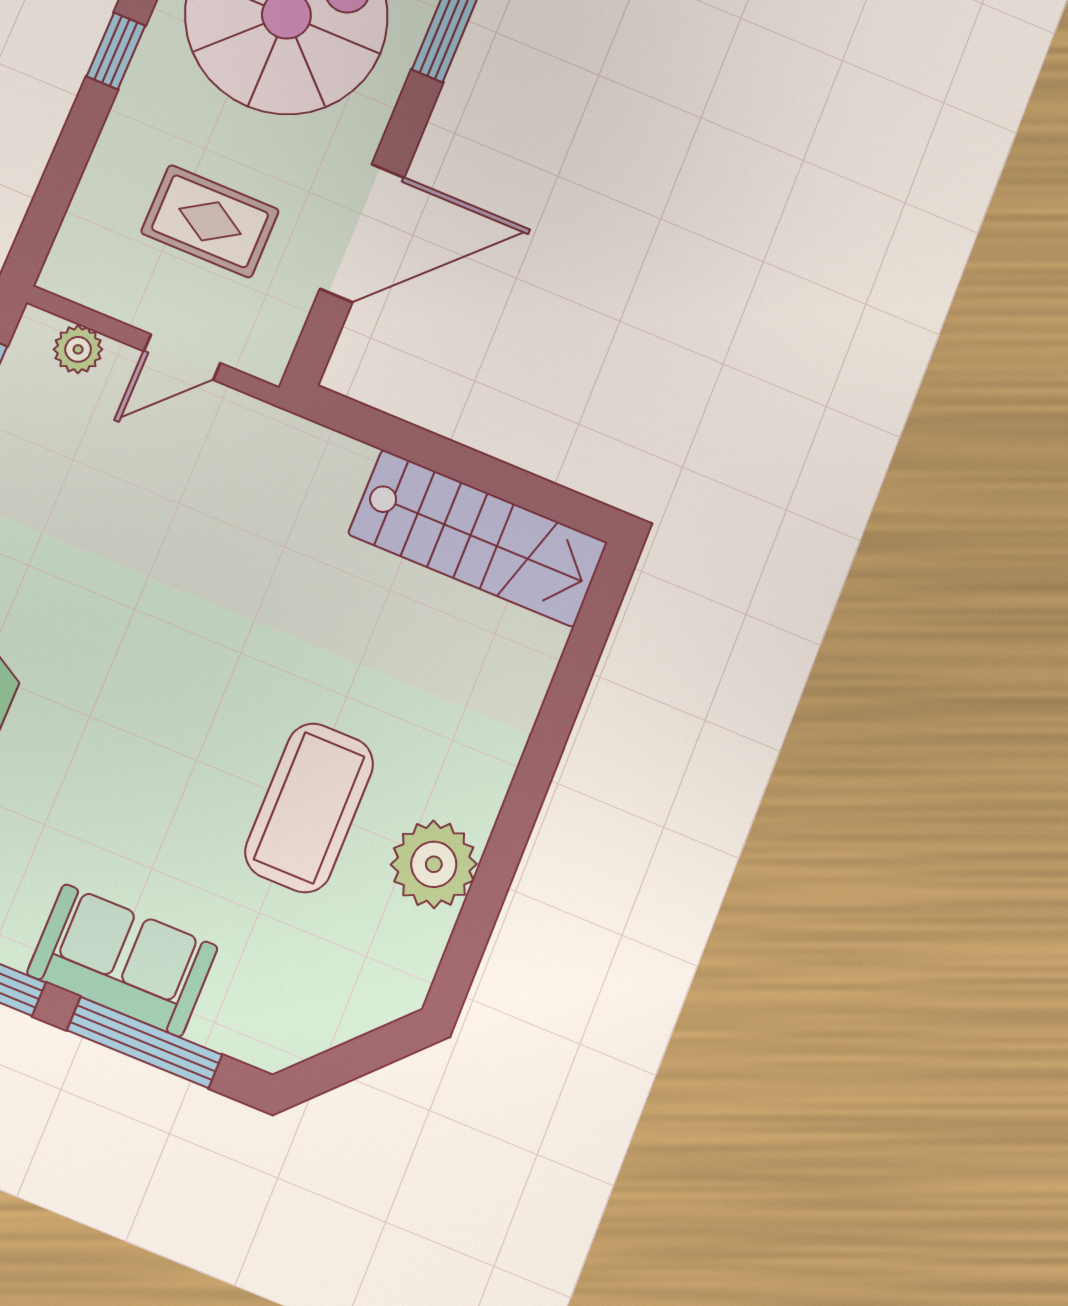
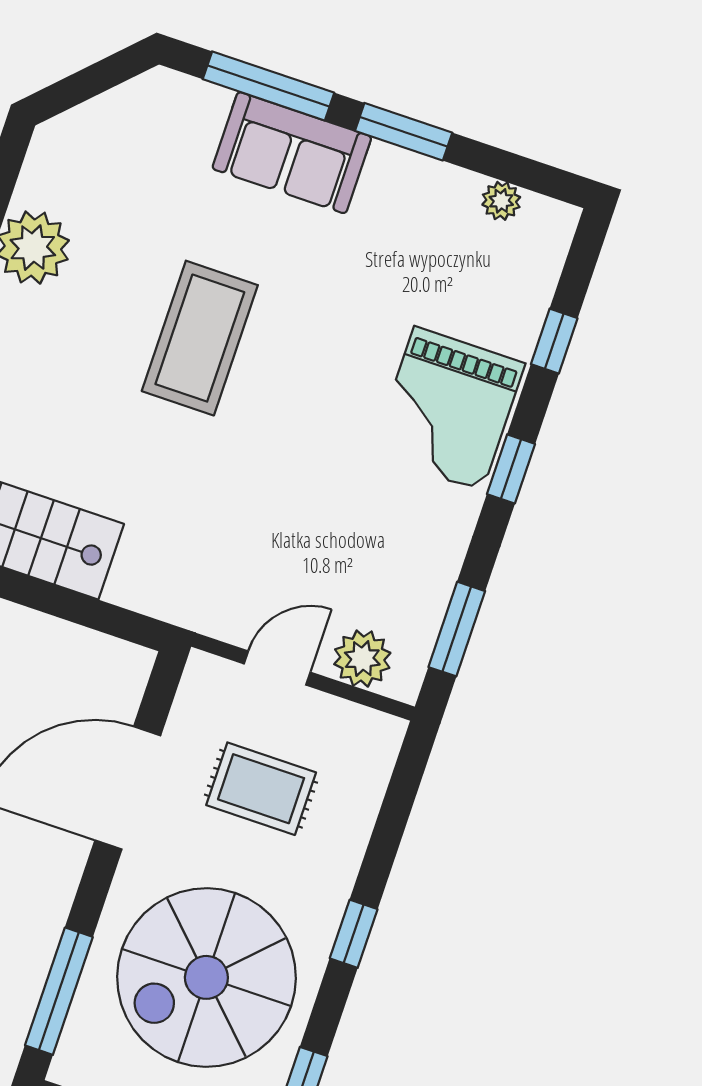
plant: (78, 349) -> (362, 659), width x1.38, depth x1.38
coffee table: (309, 808) -> (200, 338), moved

